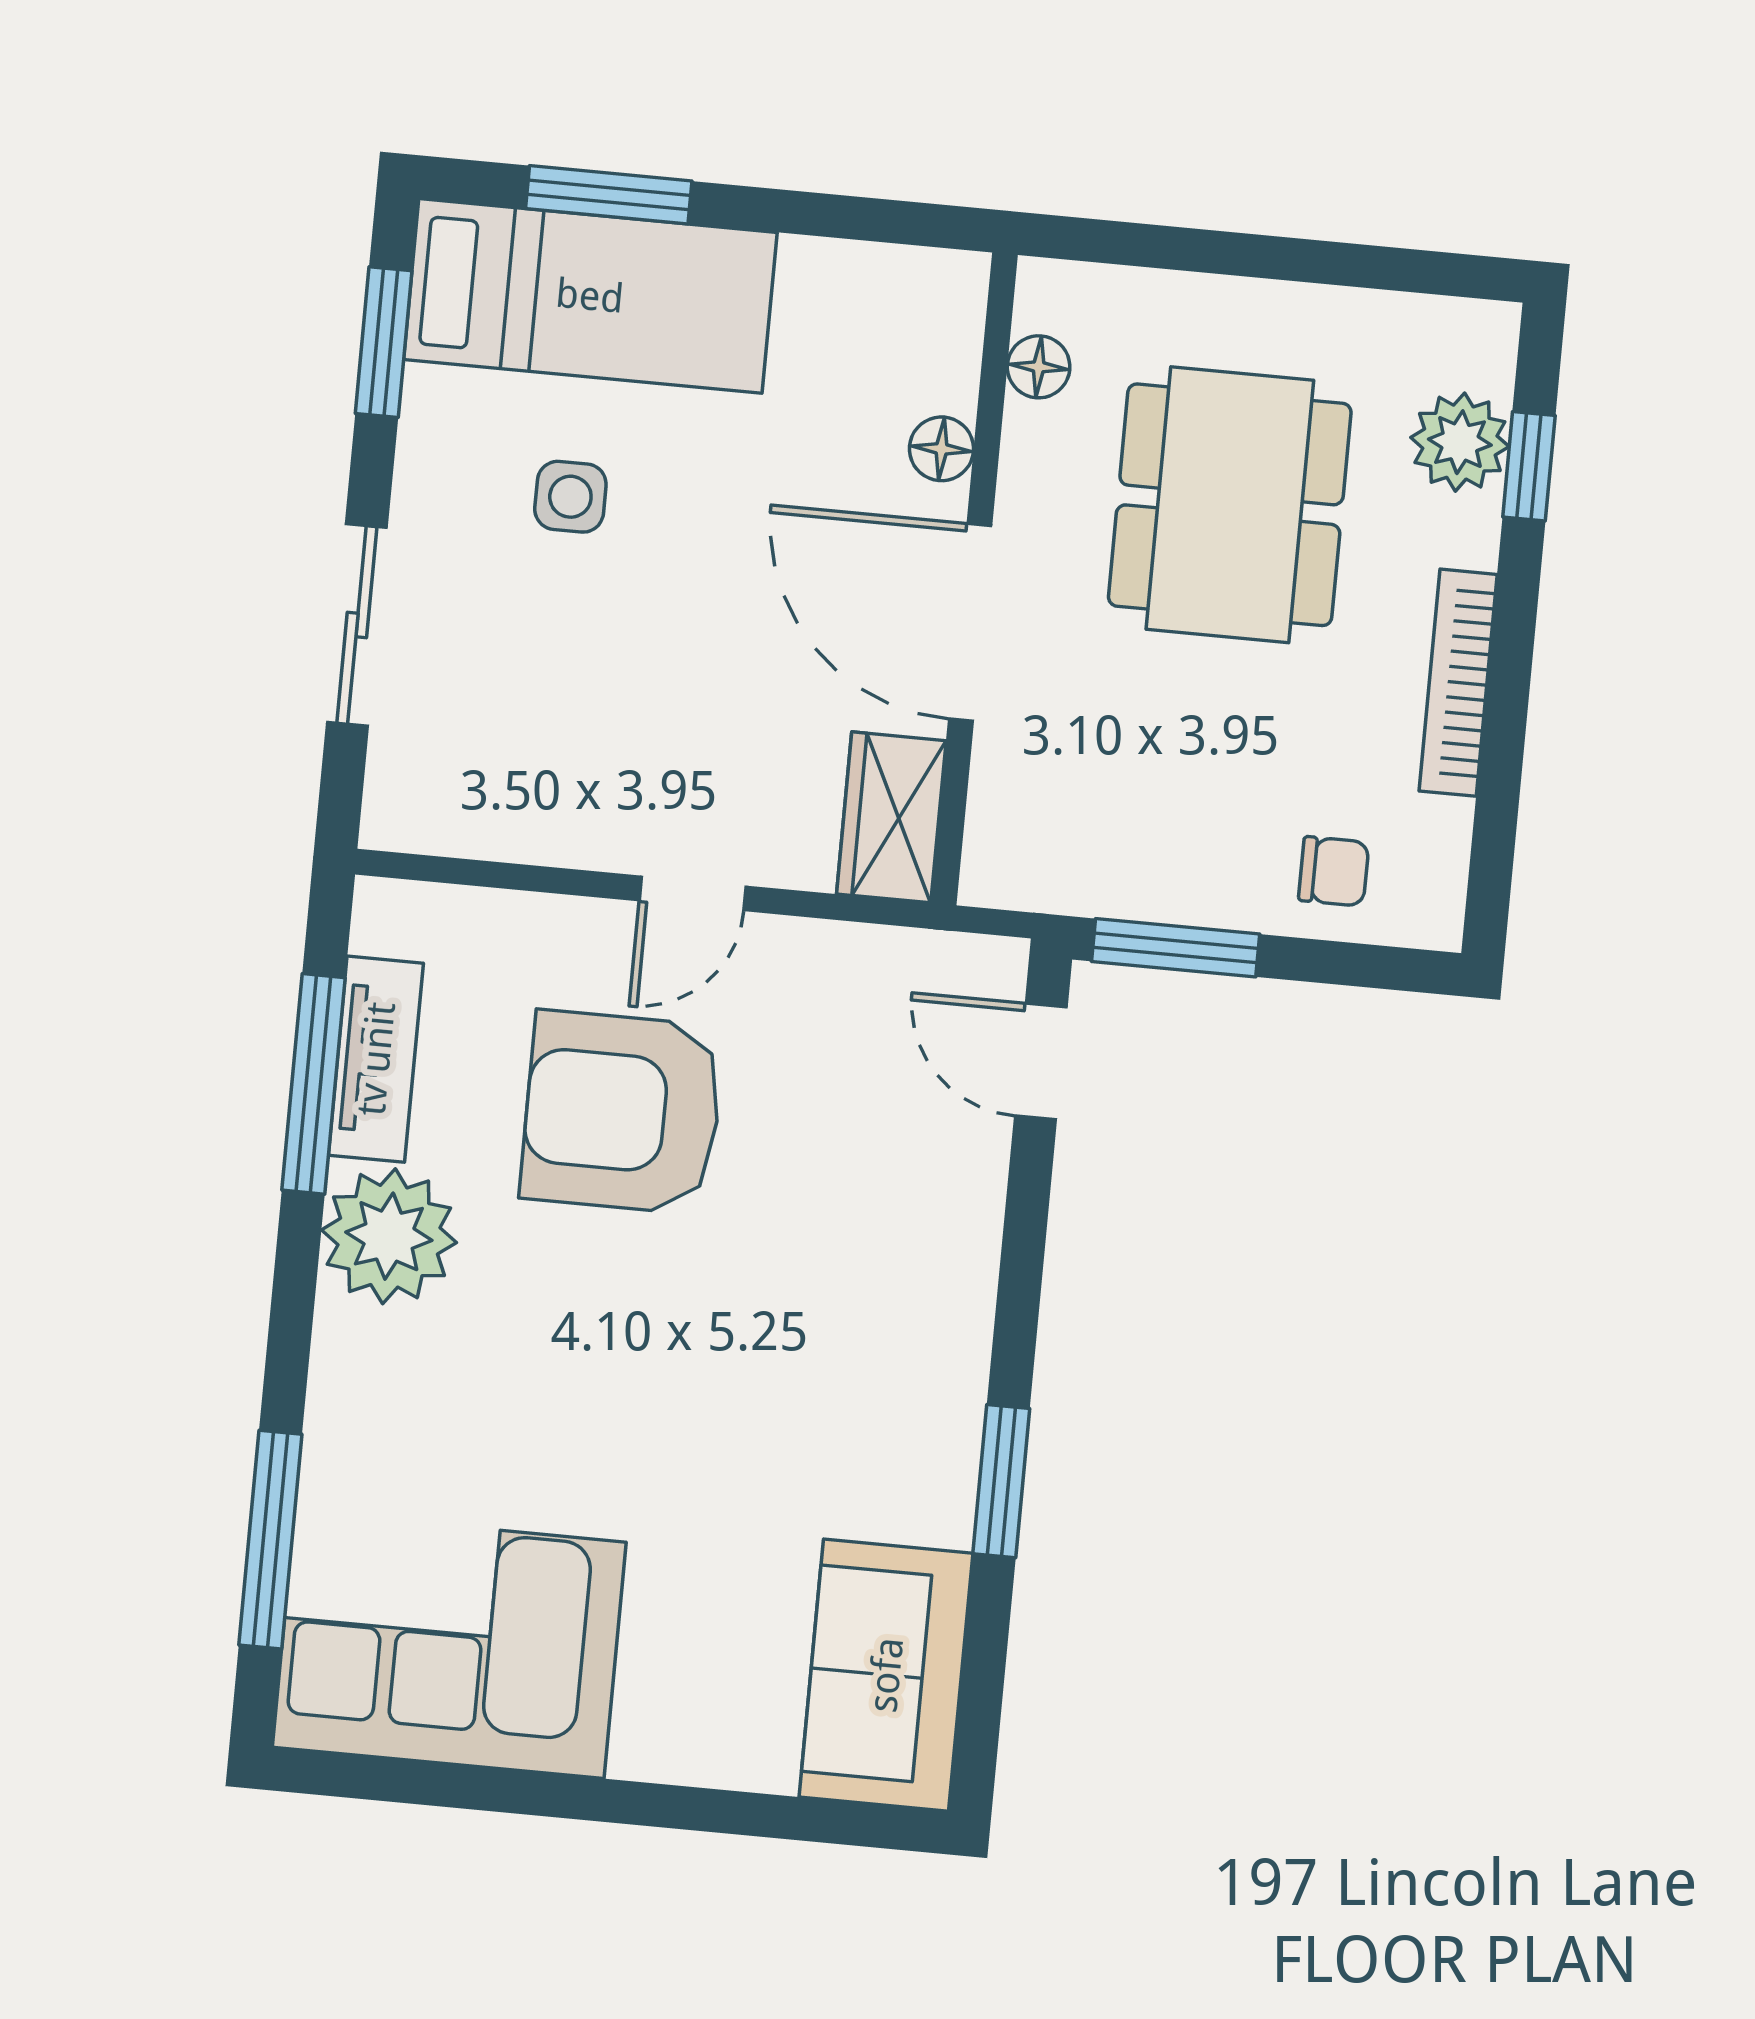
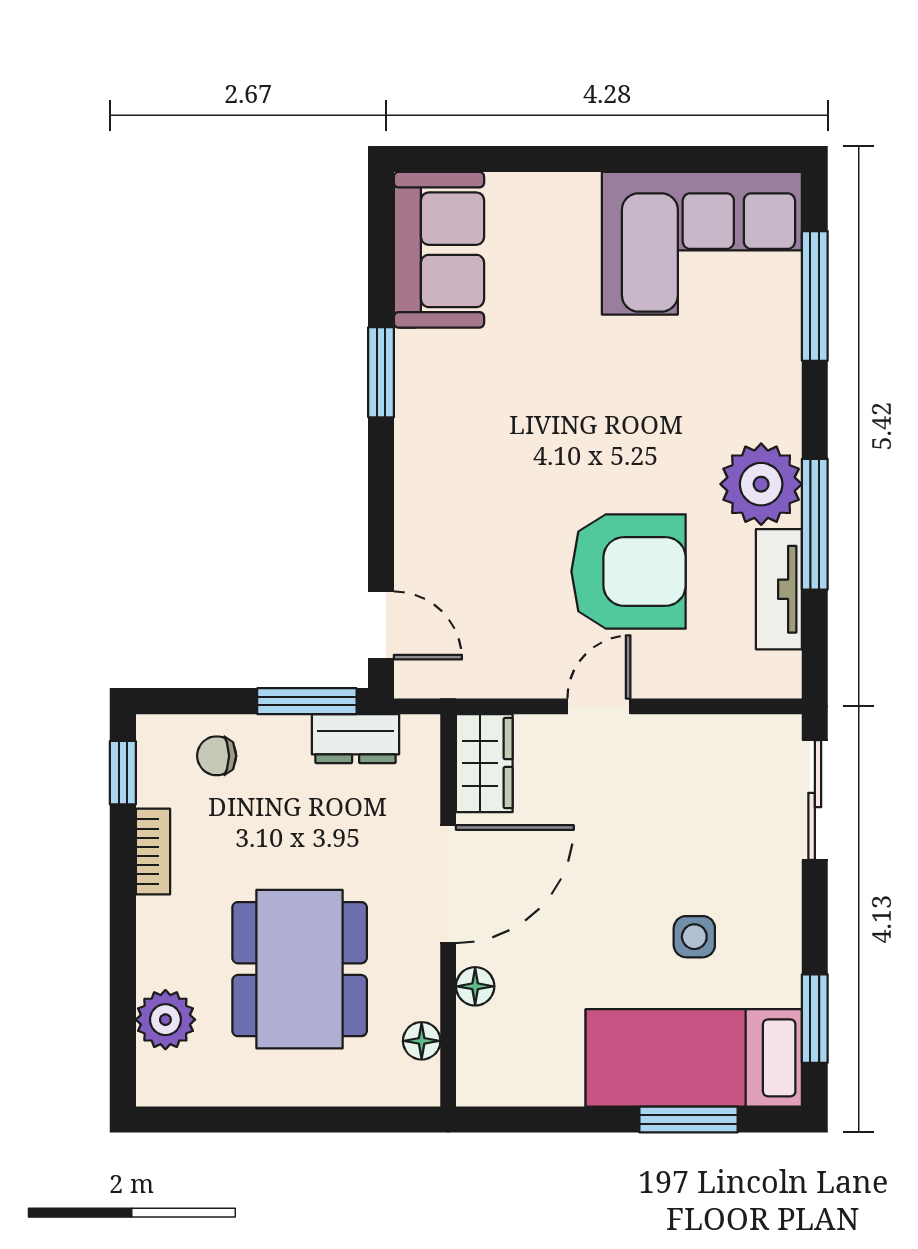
window: (1529, 466) -> (123, 773), moved
door: (970, 622) -> (448, 884), hinge flipped
sliding door: (357, 625) -> (815, 800), moved
bookcase: (1458, 683) -> (153, 852), width x0.64
dresser: (1101, 878) -> (356, 739), added
window: (314, 1084) -> (815, 524), moved

